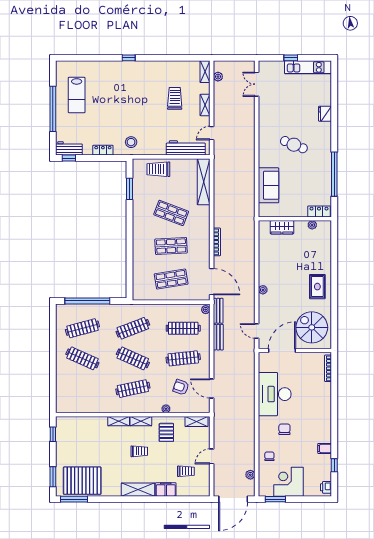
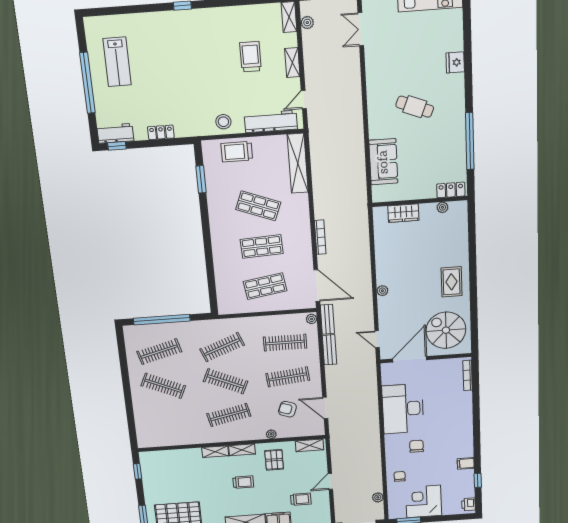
stool: (131, 142) -> (223, 122), moved

